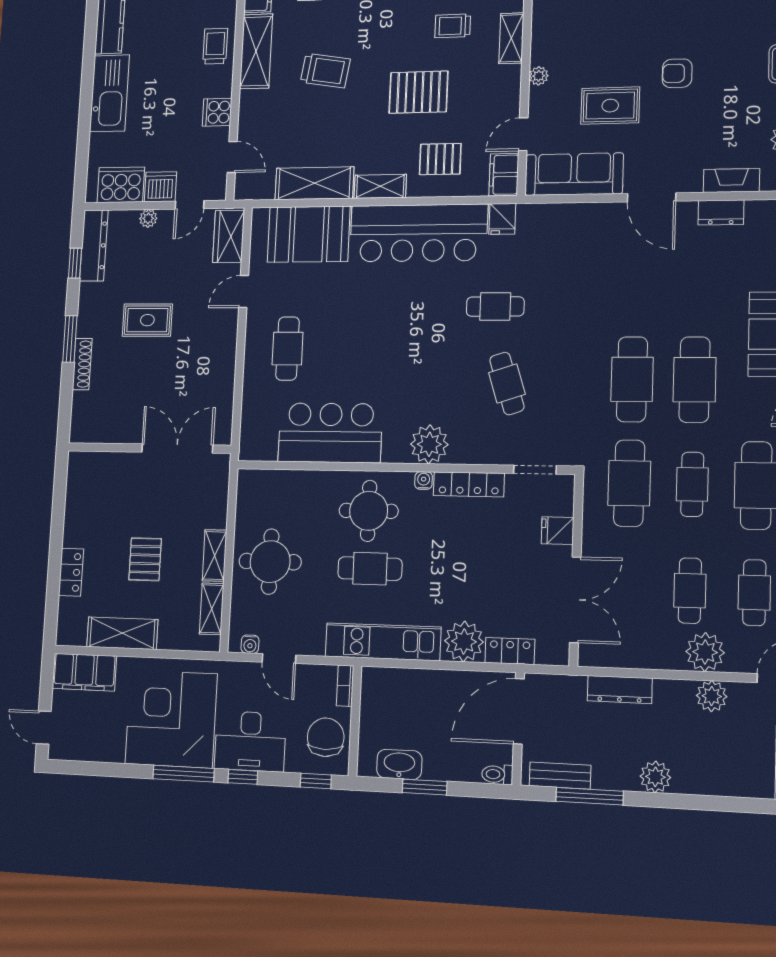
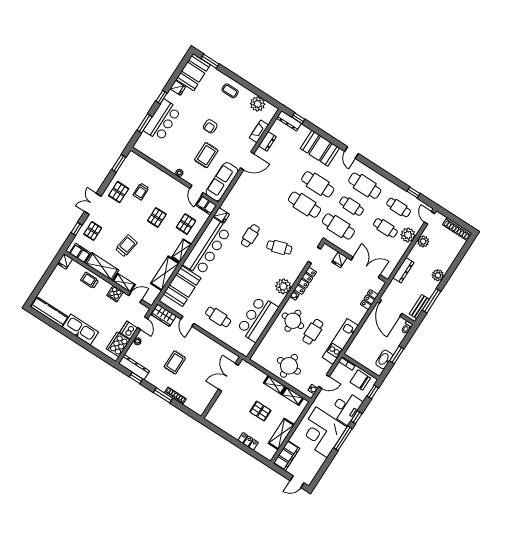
shelving: (511, 38) -> (124, 283), moved
pallet: (418, 92) -> (157, 217), width x0.67, depth x0.71
plant: (464, 641) -> (357, 313), removed

